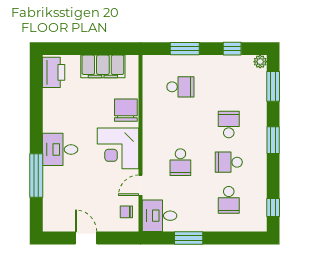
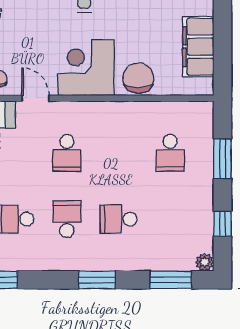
chair: (126, 110) -> (138, 78), turned -90
school desk: (229, 124) -> (119, 219), turned 180
school desk: (180, 162) -> (67, 153), turned -90

